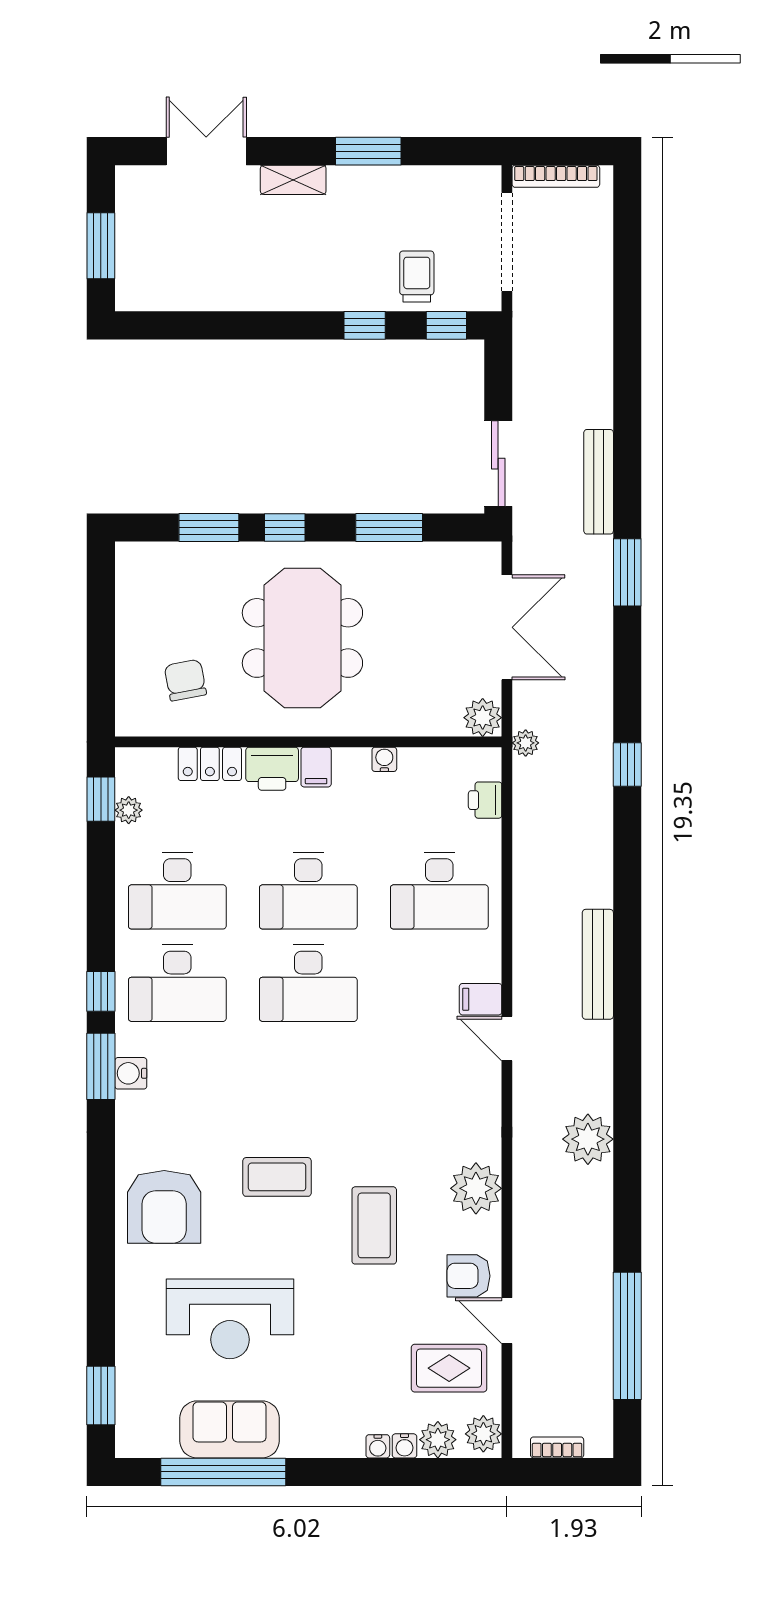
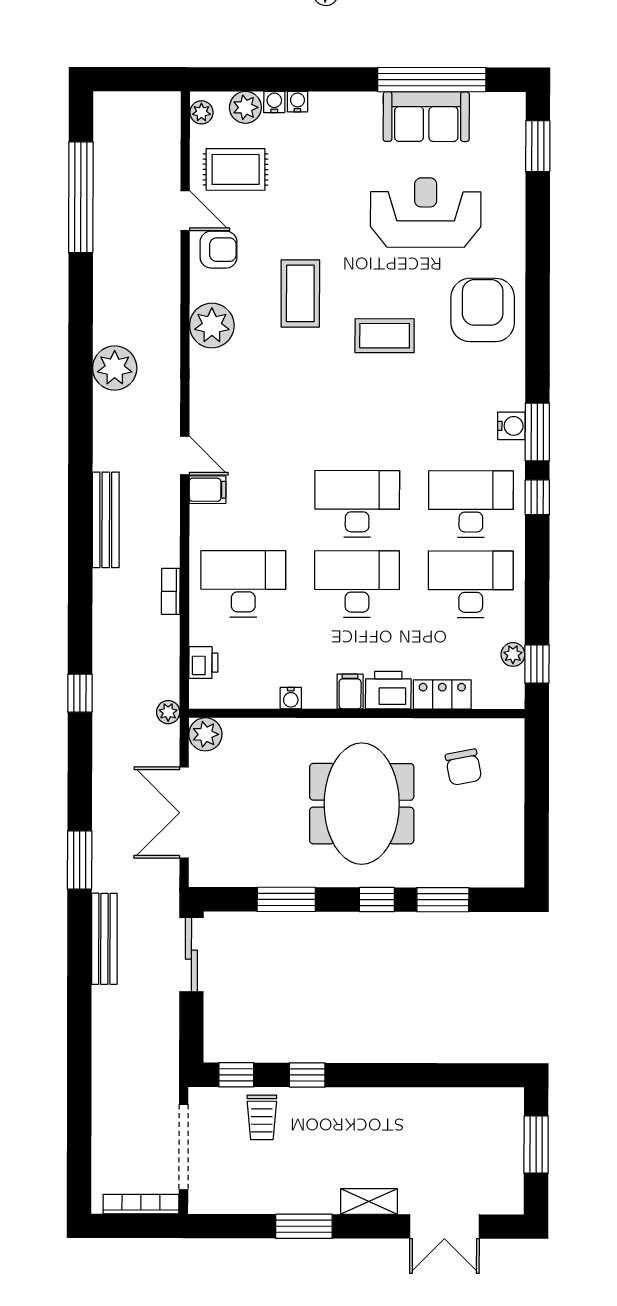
plant: (483, 1434) -> (201, 112), width x0.73, depth x0.73
bookcase: (557, 1447) -> (171, 591), moved, turned 90

